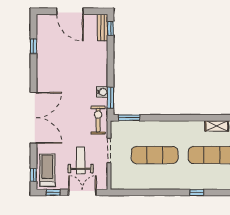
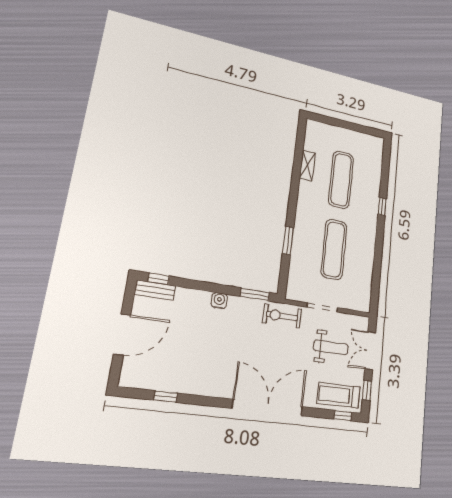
water cooler: (102, 92) -> (219, 301), moved
window: (129, 118) -> (288, 241), moved
weight bench: (81, 160) -> (331, 347), turned 180

